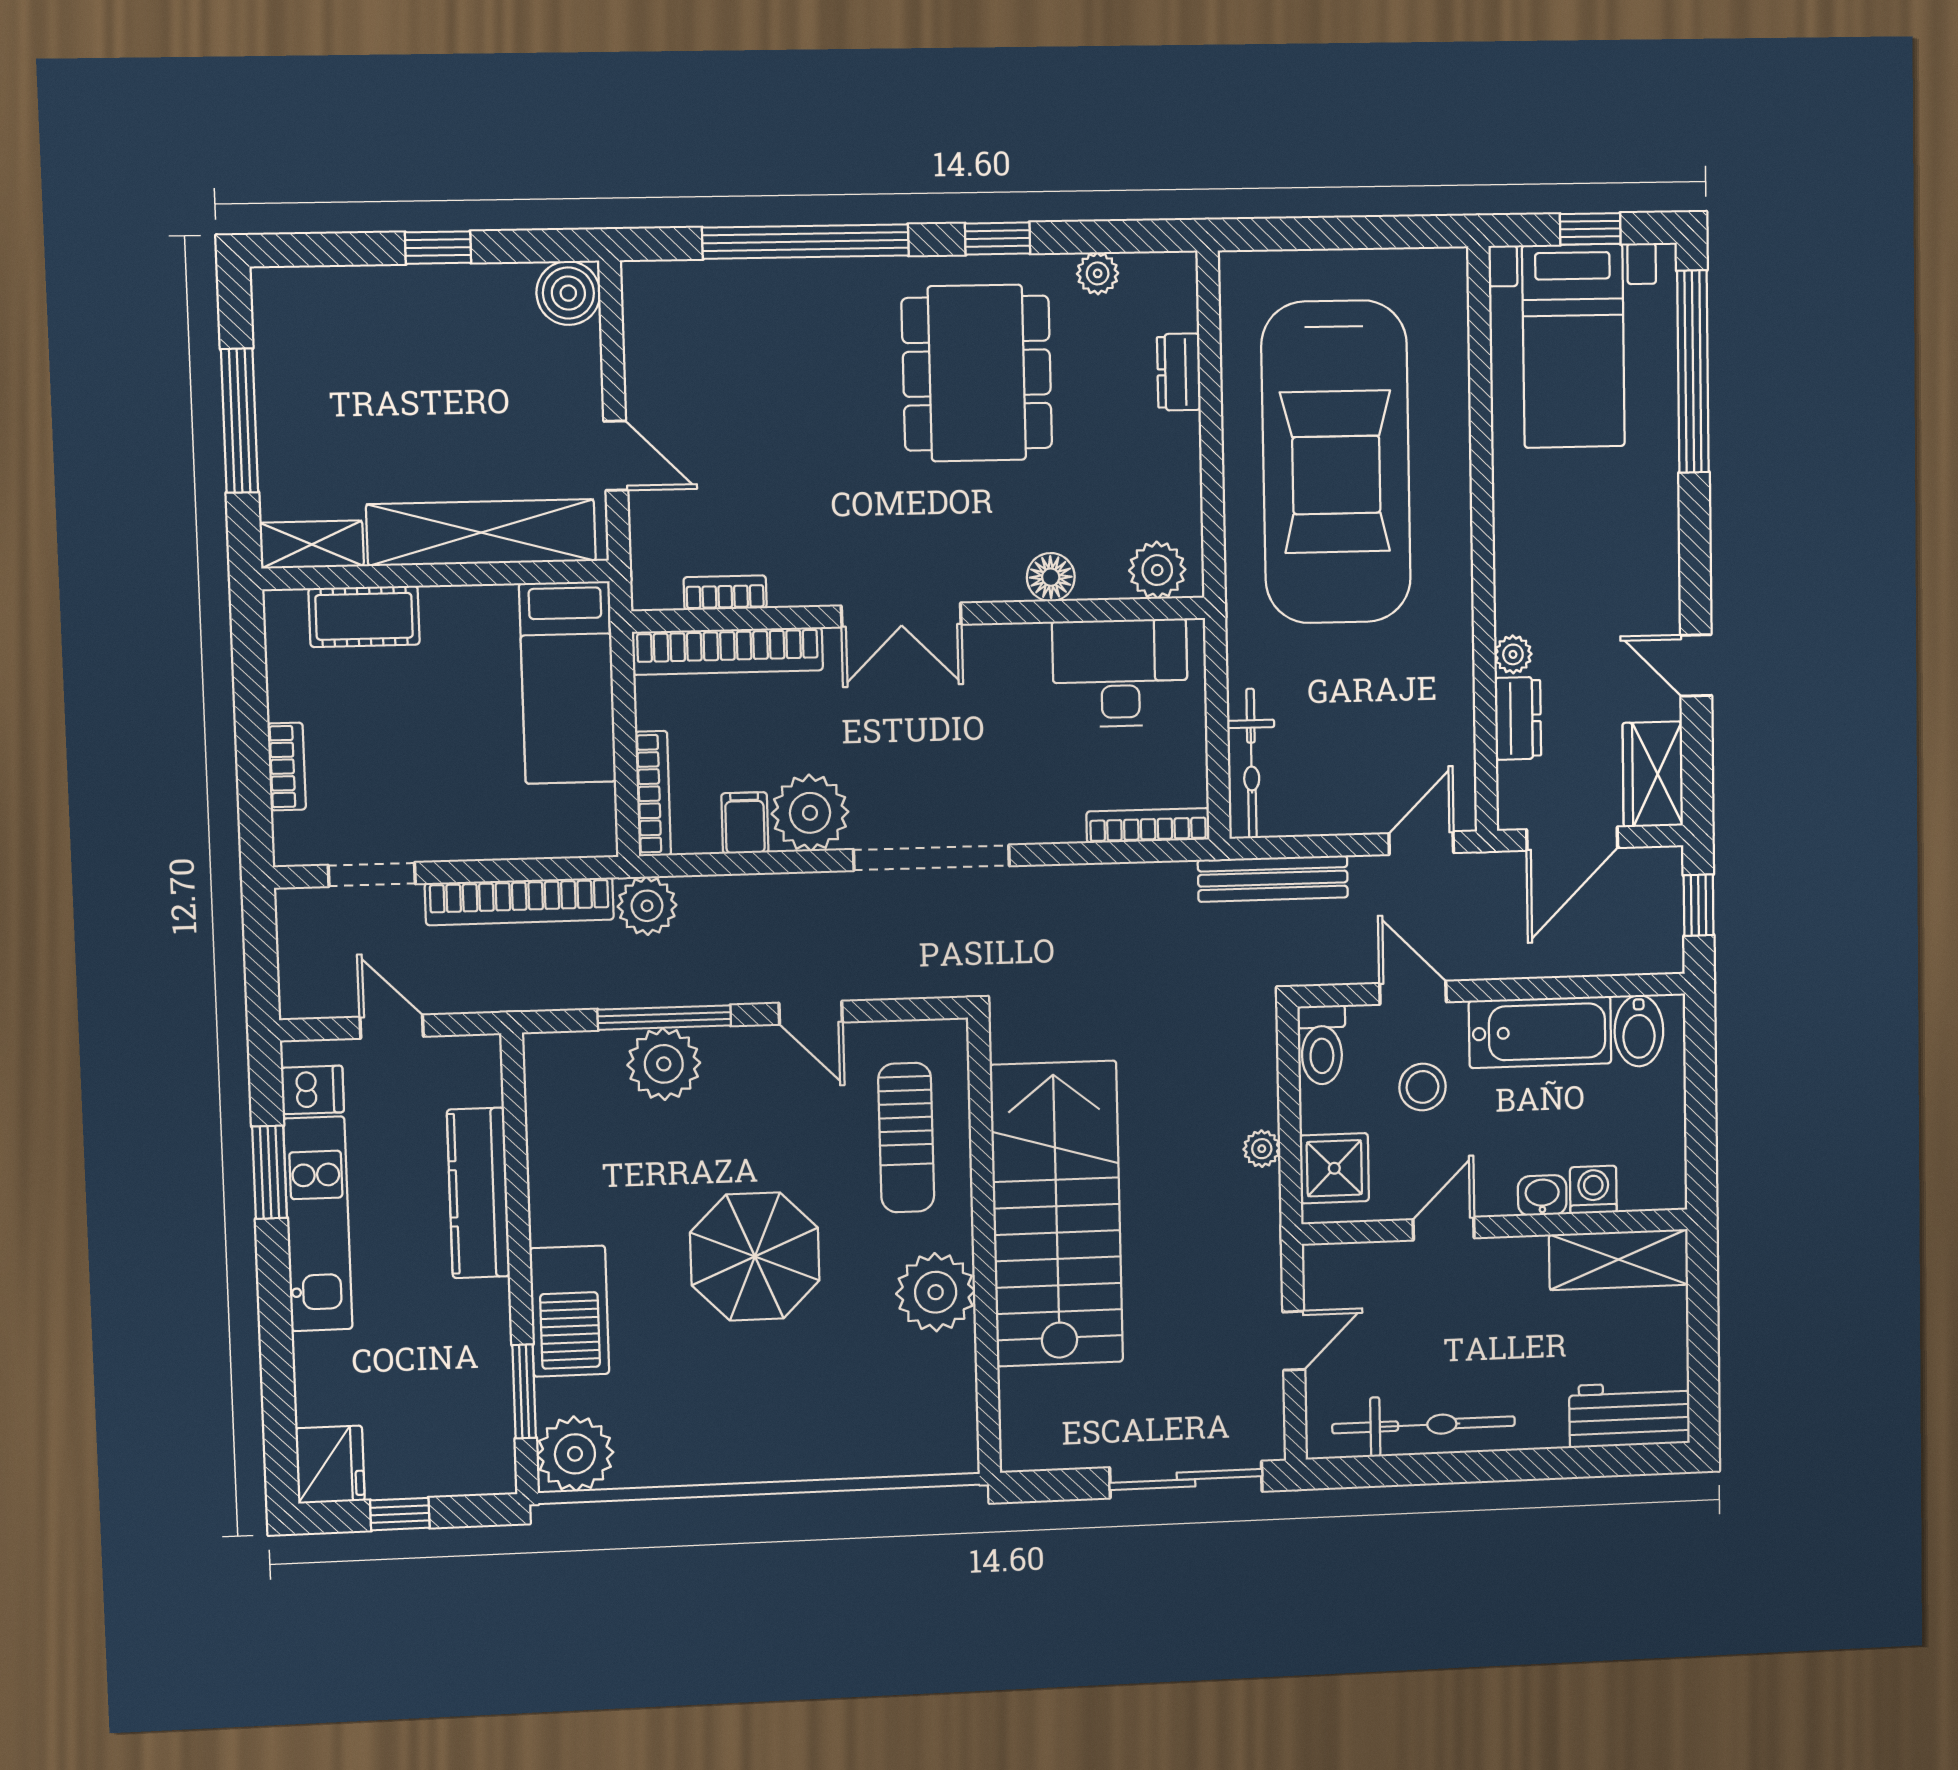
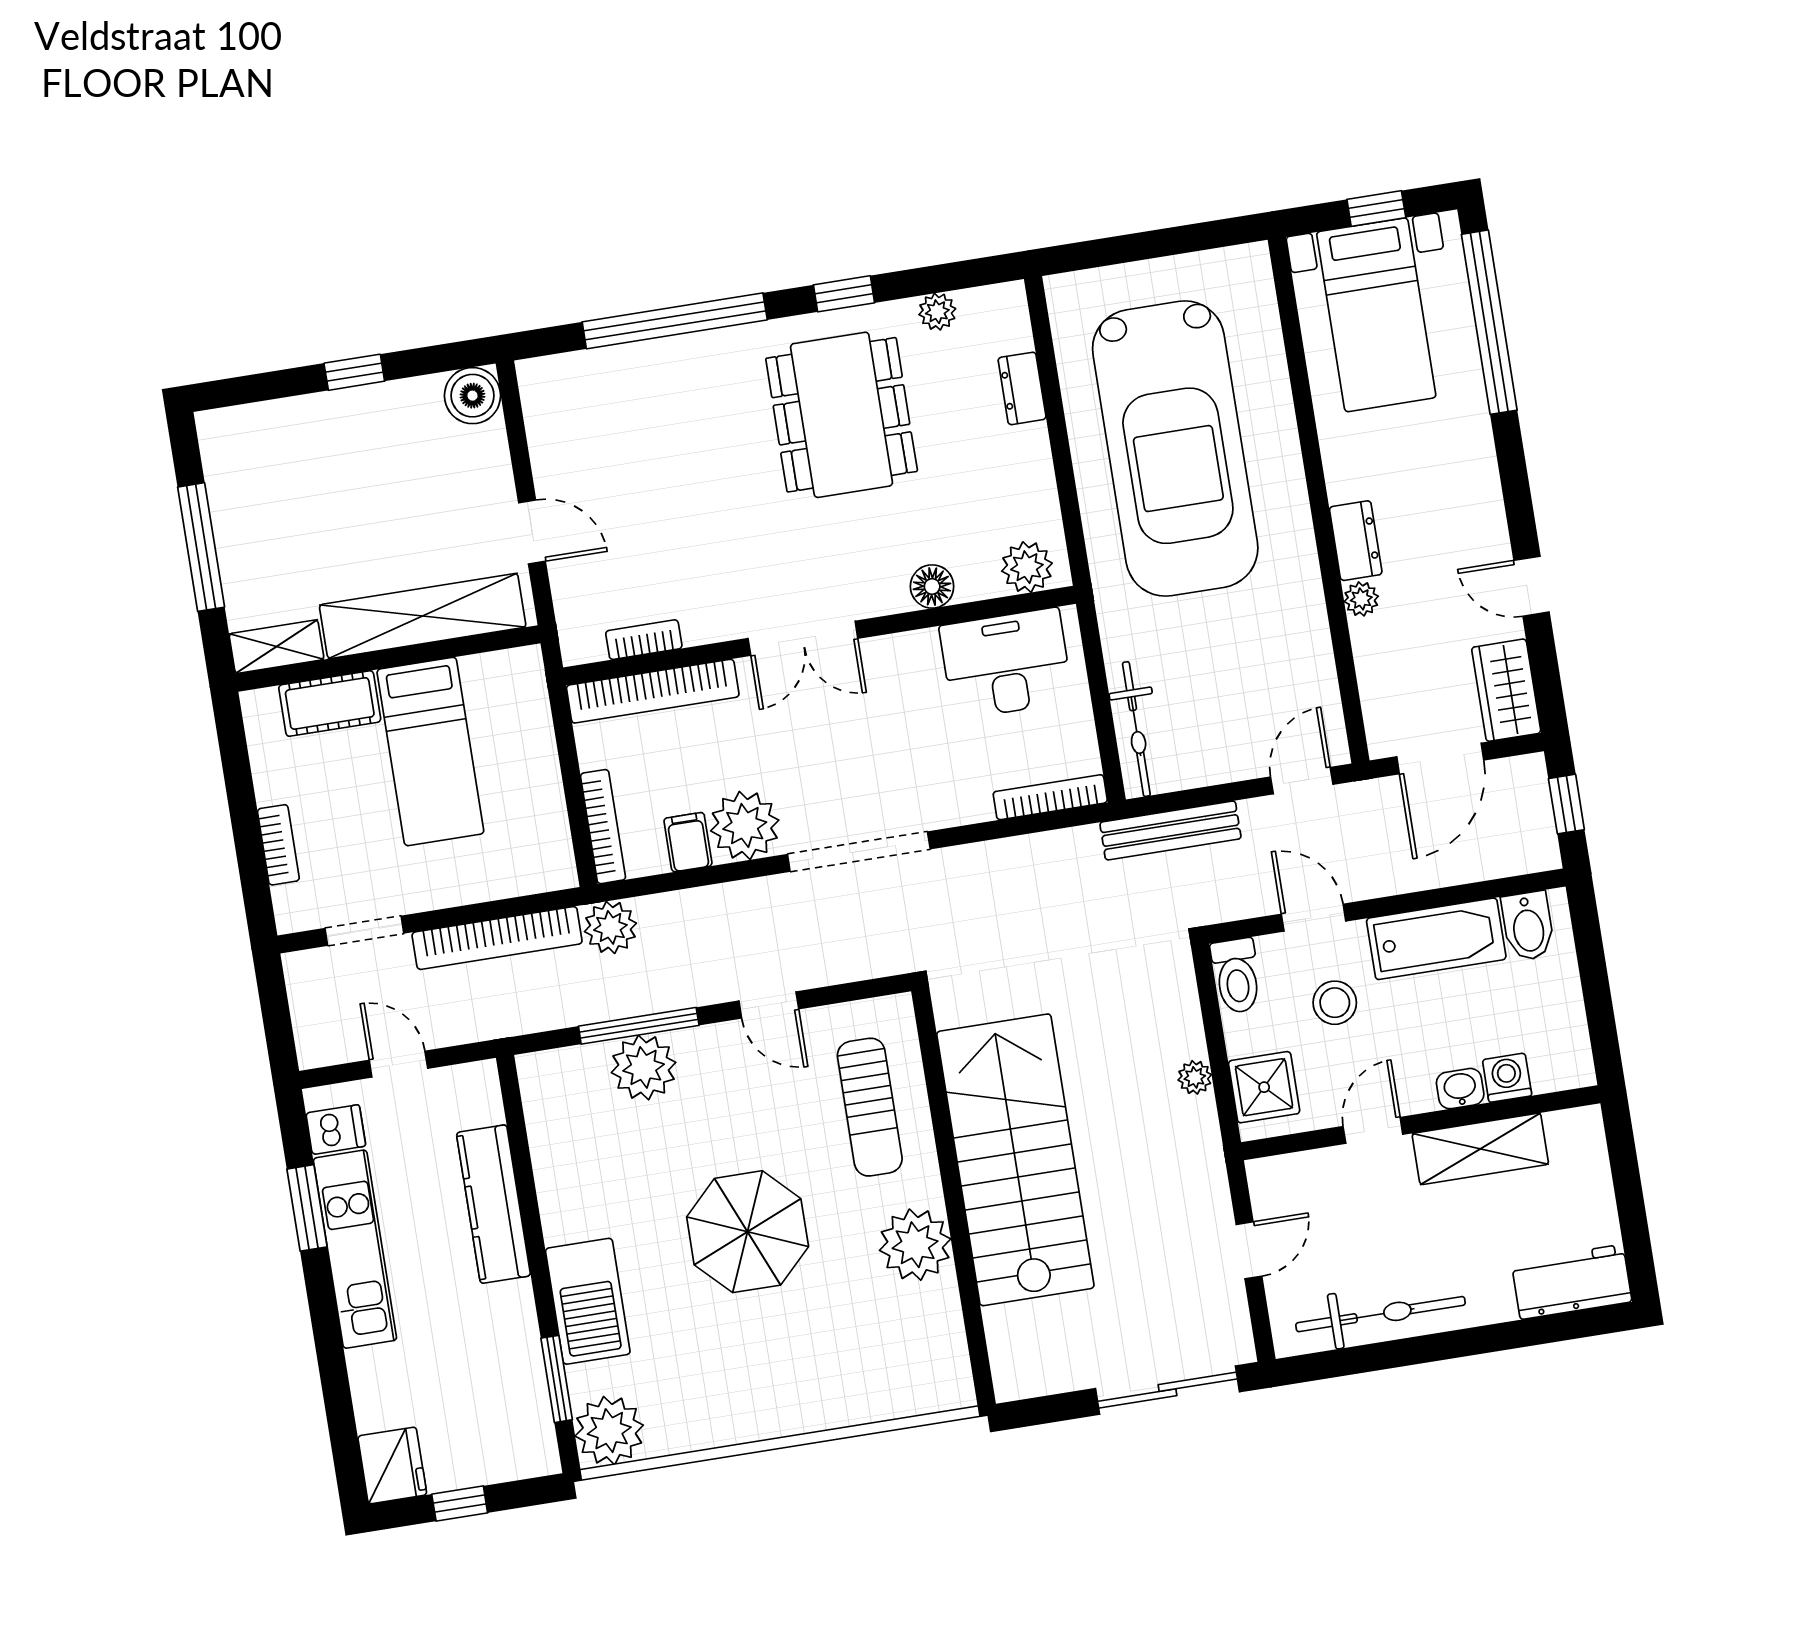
bed: (568, 683) -> (430, 752), moved
dresser: (1518, 718) -> (1356, 541), moved
shelving: (1619, 1260) -> (1480, 1149), moved

